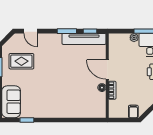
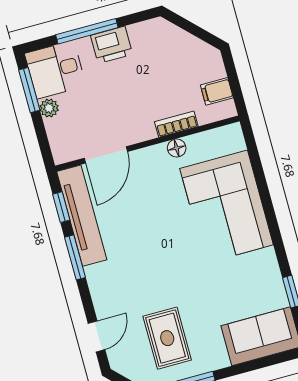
door: (107, 69) -> (106, 155), moved
corner sofa: (71, 102) -> (227, 207), added
filing cabinet: (133, 111) -> (217, 91), moved

